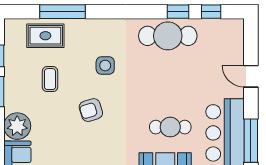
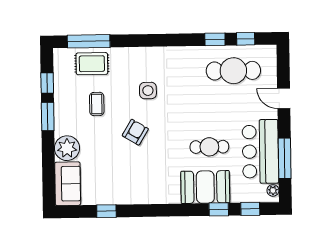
window: (63, 12) -> (89, 41), moved
cafe table: (168, 36) -> (233, 71), moved
armchair: (91, 110) -> (135, 132), turned 138

